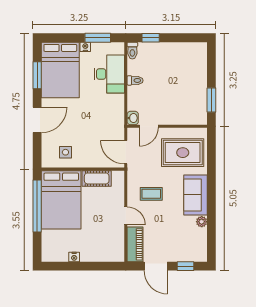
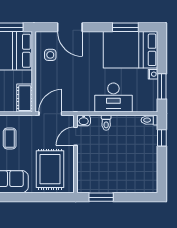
desk: (109, 74) -> (113, 98), moved
toilet: (135, 80) -> (106, 123), moved
door: (37, 120) -> (70, 27), moved
door: (149, 126) -> (76, 136), hinge flipped
cot: (97, 178) -> (25, 98), moved

